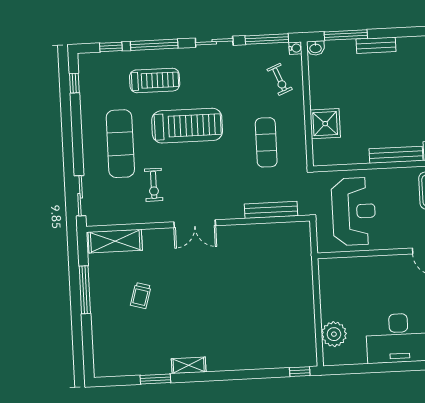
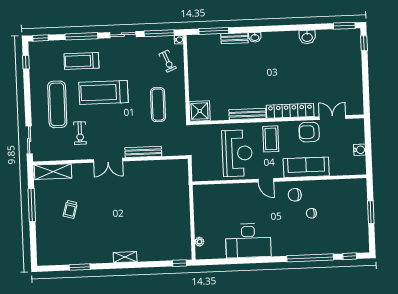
window: (111, 47) -> (41, 38), moved
washbasin: (315, 48) -> (255, 37), moved
treadmill: (155, 80) -> (81, 61), turned 180
shower: (325, 124) -> (200, 111), moved
treadmill: (187, 126) -> (103, 92), turned 180
bench: (271, 210) -> (143, 152), moved
reception desk: (354, 211) -> (237, 153), moved
plant: (334, 334) -> (199, 242), width x0.53, depth x0.53
shelving: (189, 365) -> (125, 257), moved

